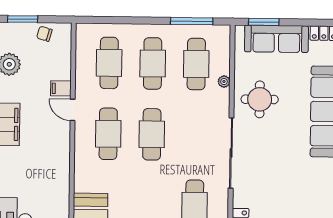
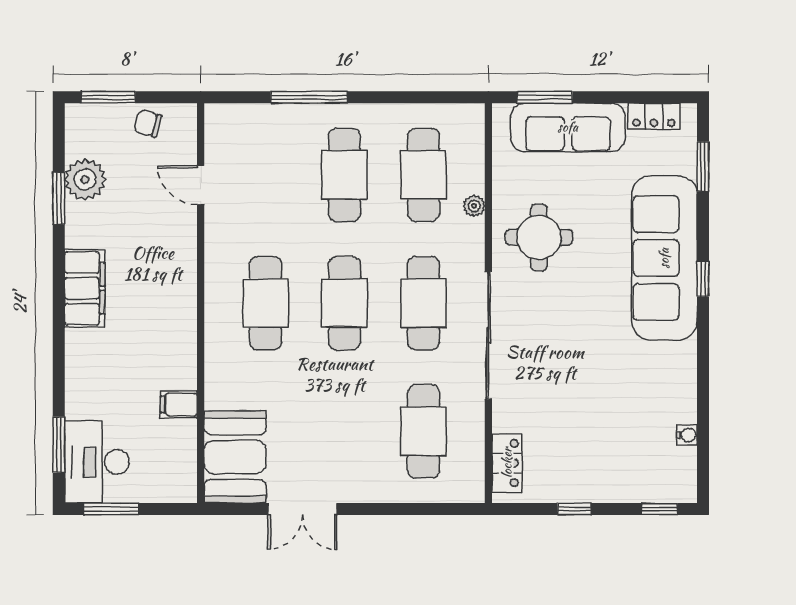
window: (192, 21) -> (309, 97), moved
cafe table: (109, 63) -> (423, 303), moved
filing cabinet: (61, 88) -> (179, 405), moved
door: (73, 110) -> (201, 185), moved

